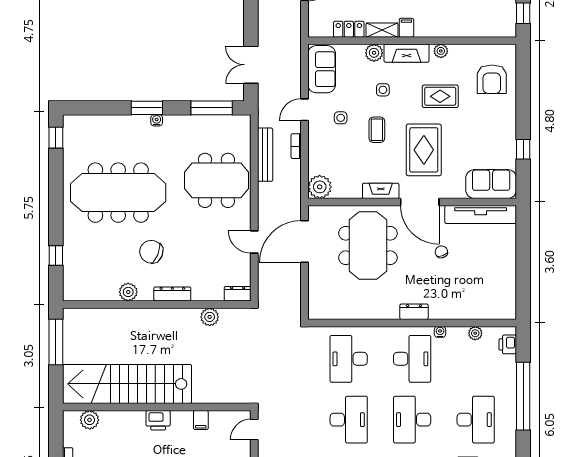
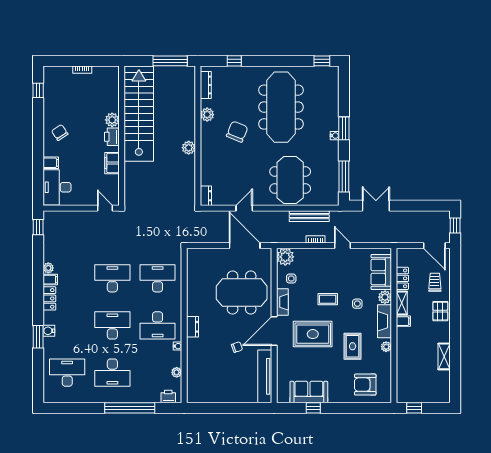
sofa: (322, 69) -> (381, 272), moved, turned 90
side table: (341, 118) -> (291, 279), moved
sofa: (491, 184) -> (309, 392), moved, turned -90
dresser: (172, 294) -> (206, 85), moved
plant: (210, 317) -> (189, 148), moved
plant: (90, 420) -> (112, 120), moved
filing cabinet: (201, 420) -> (112, 163), width x2.00
desk: (349, 420) -> (112, 278), turned 180

